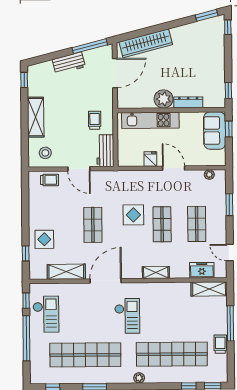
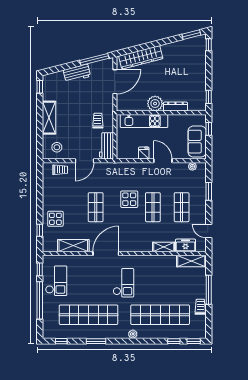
sofa: (215, 131) -> (197, 142), moved
door: (79, 169) -> (84, 161), hinge flipped
shelving: (156, 272) -> (164, 247), moved

